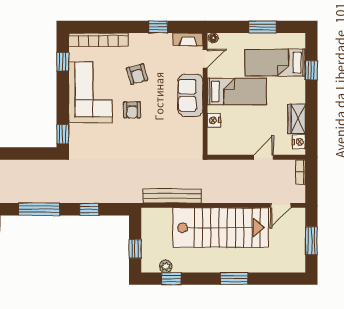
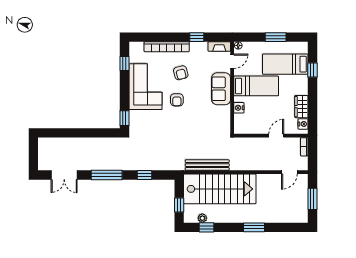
bookcase: (98, 40) -> (167, 47), moved
stairs: (221, 228) -> (220, 189), moved

